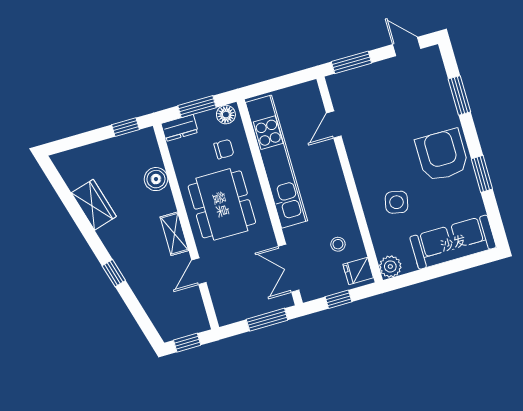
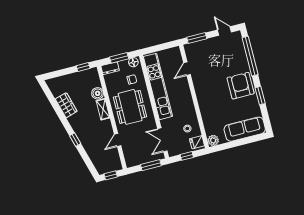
window: (459, 95) -> (250, 56), width x2.11
side table: (396, 202) -> (217, 108), removed
shelving: (174, 234) -> (103, 109), moved

